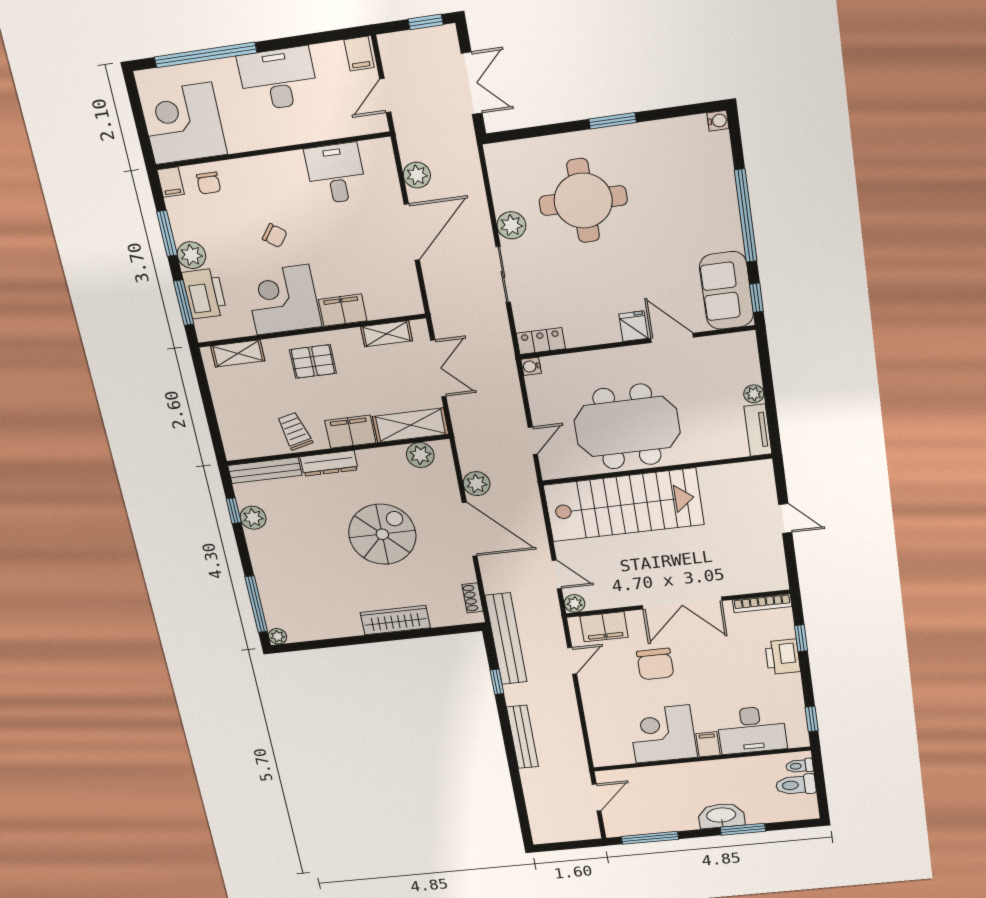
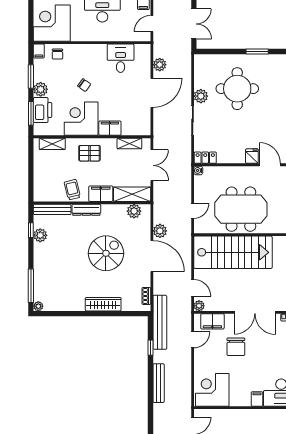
corner desk: (663, 734) -> (212, 390), moved

